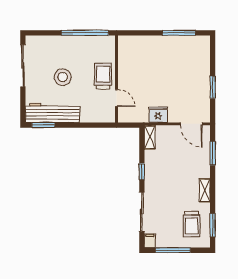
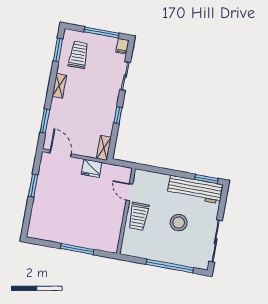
window: (85, 33) -> (170, 266), moved
window: (179, 33) -> (77, 249), moved
sliding door: (142, 212) -> (125, 76), width x0.73

